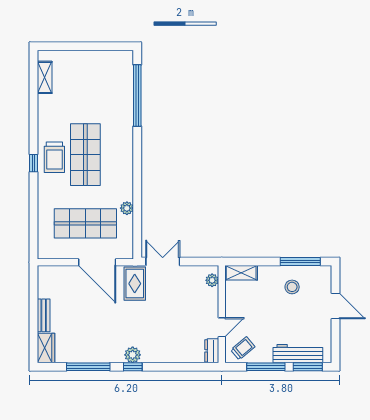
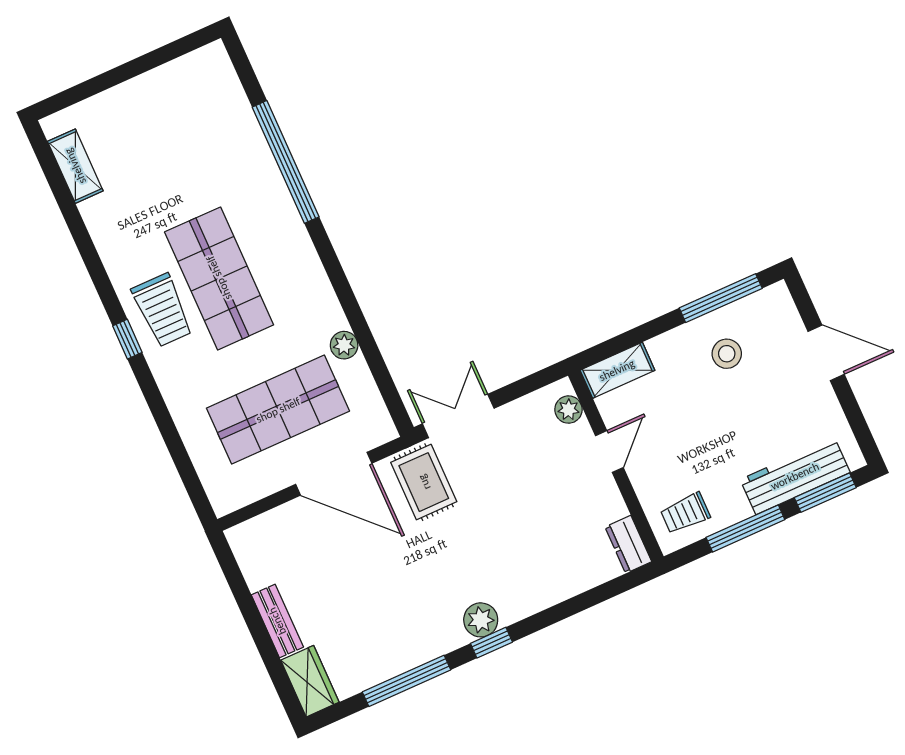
window: (137, 96) -> (286, 162), moved
door: (222, 327) -> (609, 452), moved
trolley: (243, 348) -> (685, 513), turned -140

